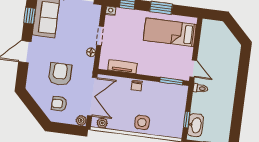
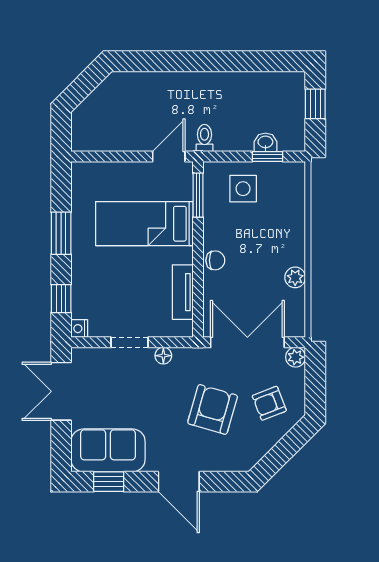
bed: (170, 32) -> (144, 224), moved, turned 90
armchair: (60, 74) -> (213, 409), turned 106
armchair: (59, 104) -> (269, 403), turned 69
side table: (142, 122) -> (243, 189), moved
plant: (102, 123) -> (295, 277), moved
washbasin: (195, 125) -> (265, 142), width x0.52, depth x0.69

